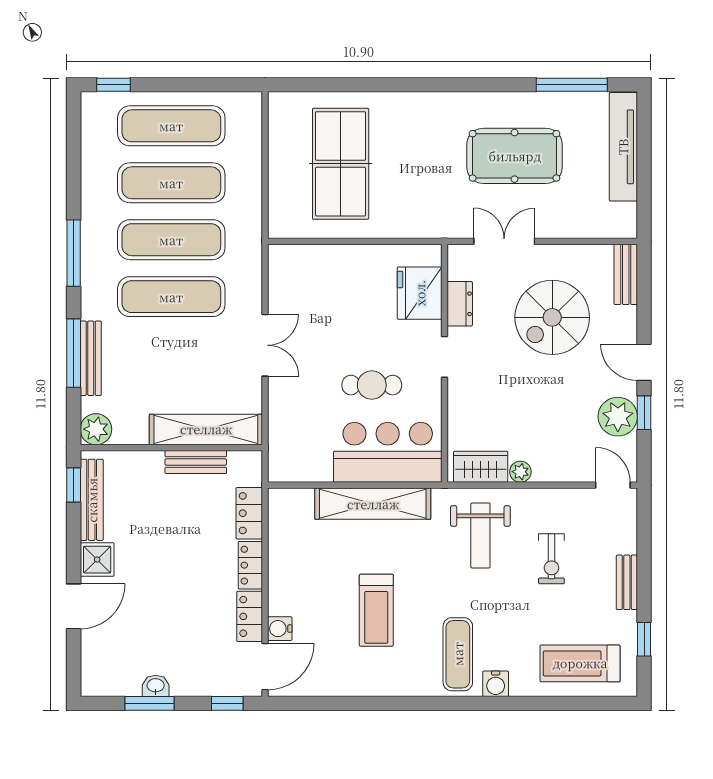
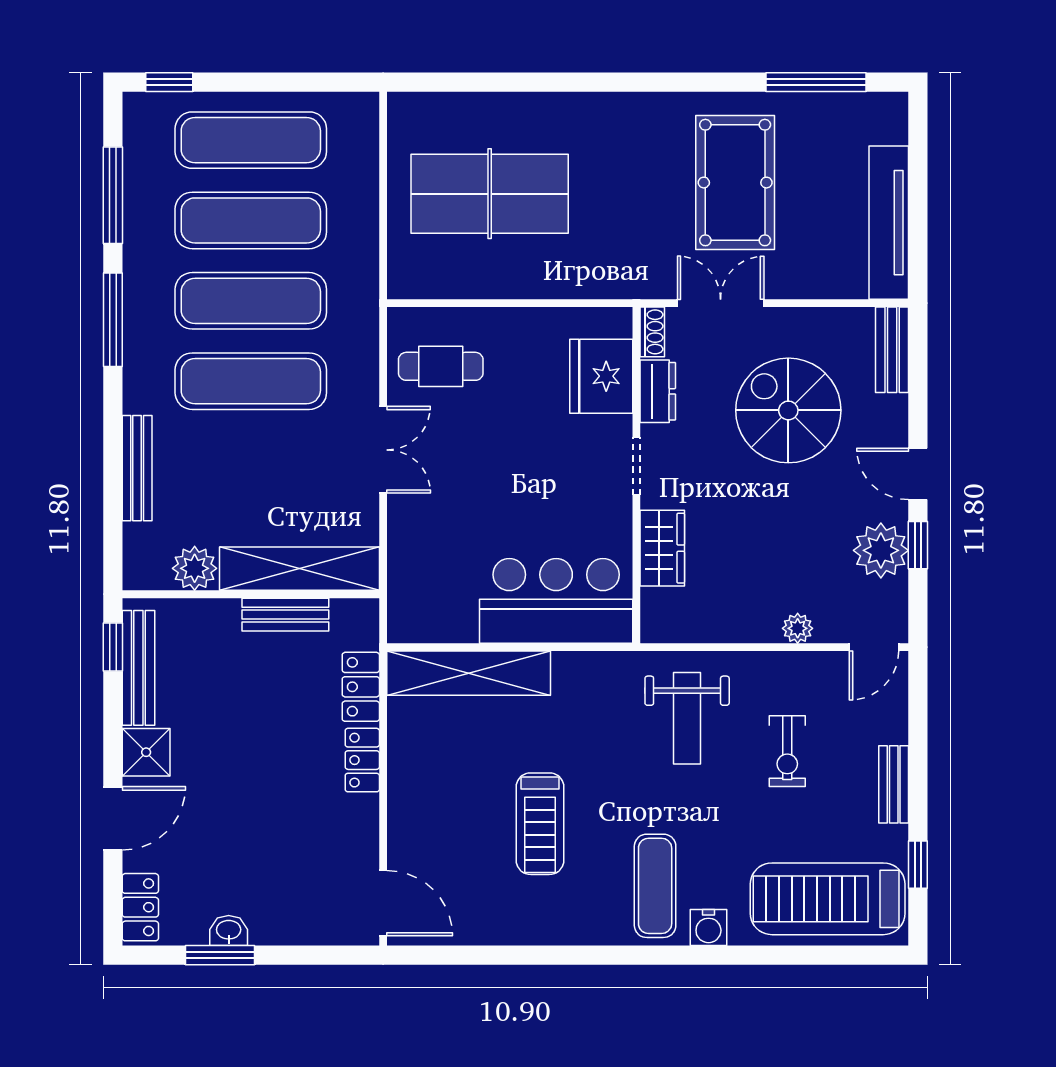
tv unit: (623, 147) -> (889, 223), moved
pool table: (515, 156) -> (735, 183), turned 90
table tennis table: (341, 164) -> (490, 194), turned 90
shoe rack: (456, 262) -> (652, 332), added
spiral stairs: (552, 317) -> (788, 410), turned 90
window: (74, 353) -> (113, 195), moved
cafe table: (372, 385) -> (441, 366), moved
plant: (96, 429) -> (195, 568), moved
wardrobe: (481, 467) -> (662, 548), moved, turned 90
plant: (520, 472) -> (798, 628), moved
door: (613, 485) -> (874, 647), swing flipped
shelving: (373, 504) -> (469, 673), moved
locker: (250, 616) -> (140, 907), moved, turned 180
water cooler: (280, 629) -> (404, 850), removed
treadmill: (580, 663) -> (828, 899), width x1.37, depth x1.37
door: (265, 667) -> (383, 903), hinge flipped
window: (227, 703) -> (330, 955), removed

